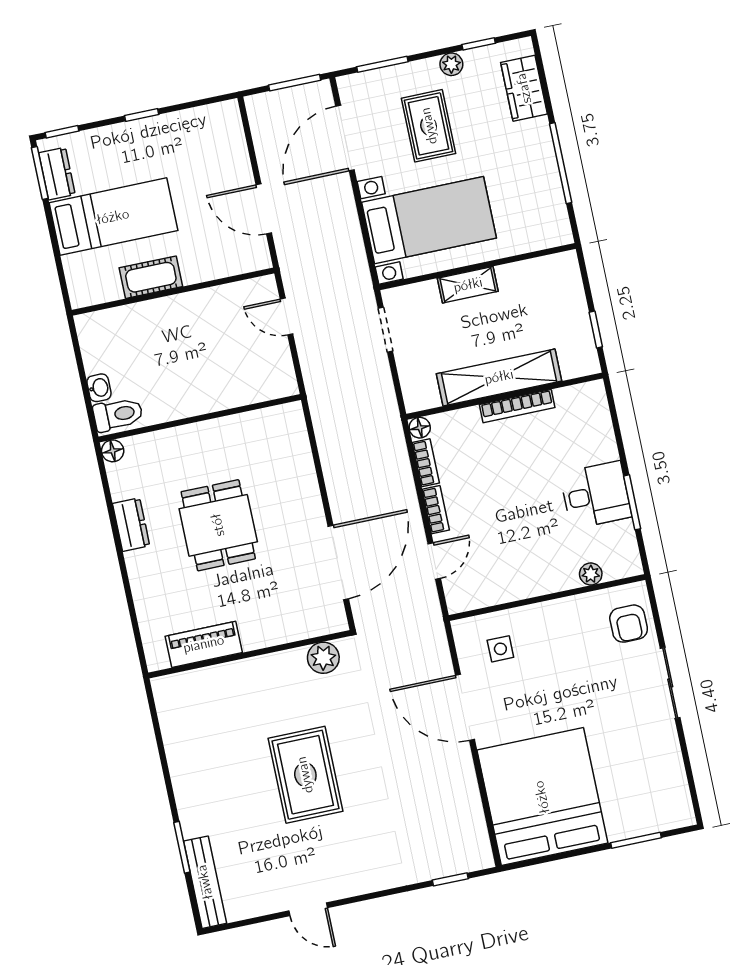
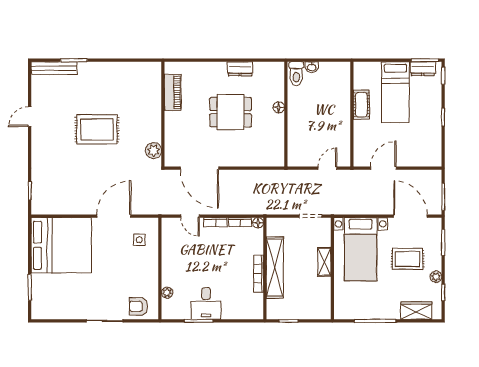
floor lamp: (113, 451) -> (279, 107), moved

